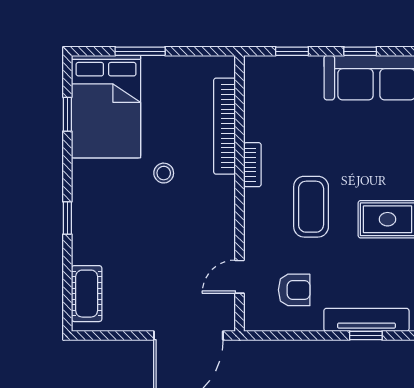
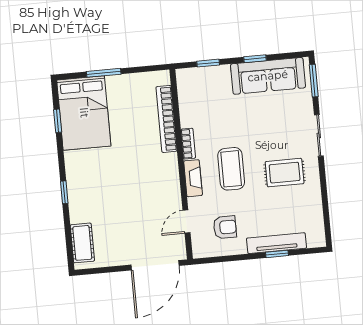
stool: (164, 173) -> (128, 155), removed
fireplace: (255, 215) -> (193, 178), added

